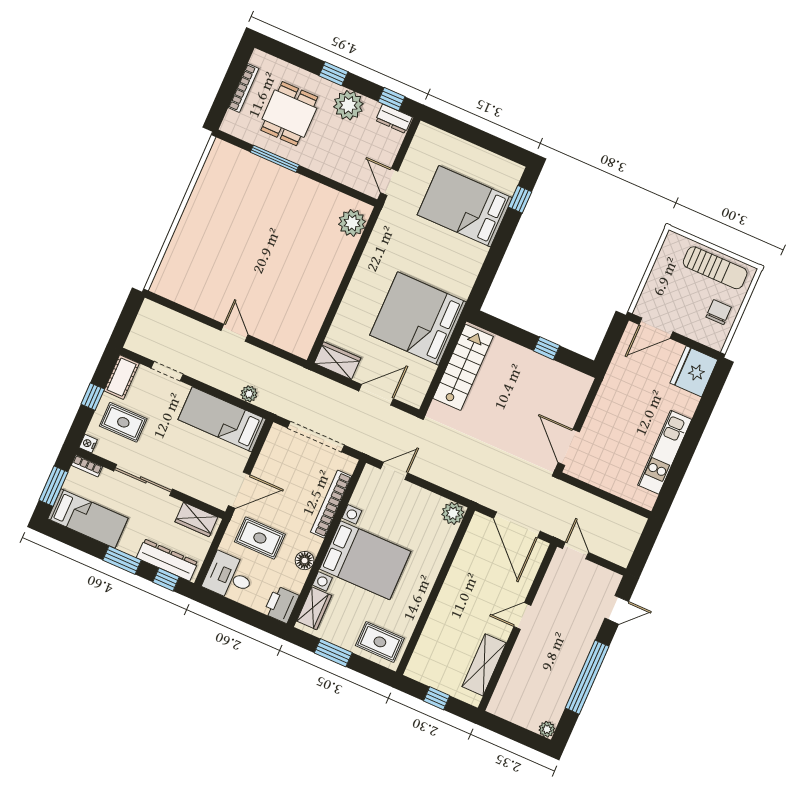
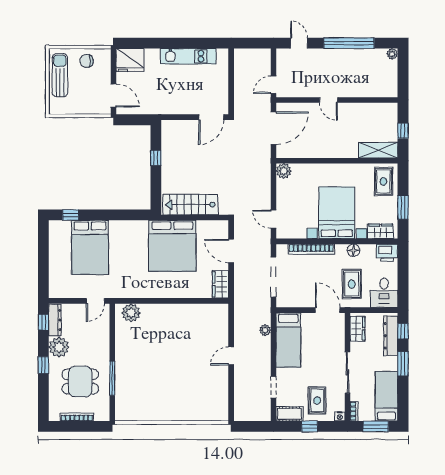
dresser: (394, 119) -> (55, 320), width x1.44
shelving: (484, 665) -> (378, 150), moved

